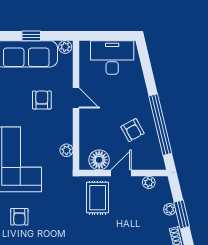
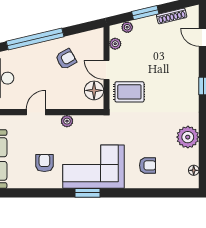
armchair: (42, 100) -> (44, 163), moved, turned 90
window: (160, 125) -> (35, 39), moved
plant: (67, 150) -> (67, 121), moved
plant: (170, 209) -> (127, 27), moved

